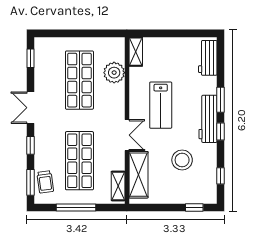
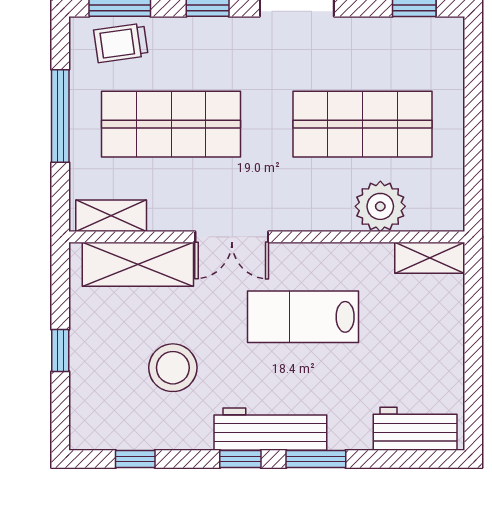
window: (194, 207) -> (60, 350), moved

